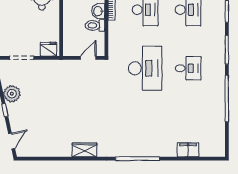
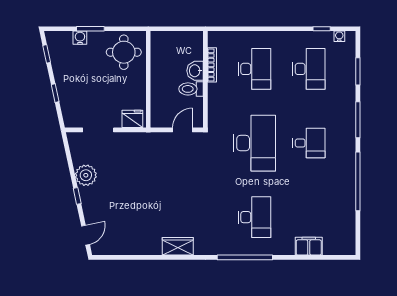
desk: (145, 127) -> (254, 217), added

